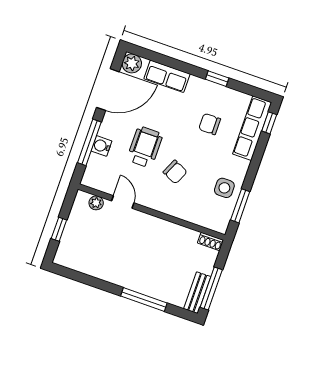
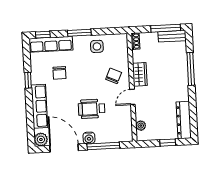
row of seats: (167, 76) -> (39, 106), width x1.48
water cooler: (101, 146) -> (89, 138), moved
chair: (175, 172) -> (114, 76), moved
door: (123, 202) -> (132, 97), moved
window: (240, 206) -> (79, 33), moved
wardrobe: (164, 229) -> (140, 74), added
dresser: (80, 263) -> (184, 120), added

